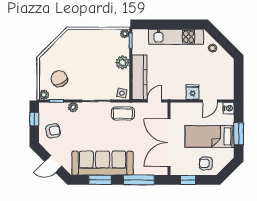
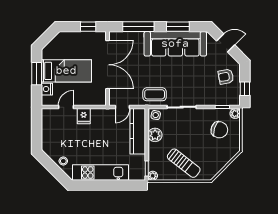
sun lounger: (94, 46) -> (184, 163), added
plant: (122, 63) -> (155, 135), moved
chair: (59, 79) -> (219, 130), turned -46
plant: (73, 107) -> (205, 101), removed
nightstand: (229, 108) -> (47, 89), moved
armchair: (206, 163) -> (70, 43), removed

